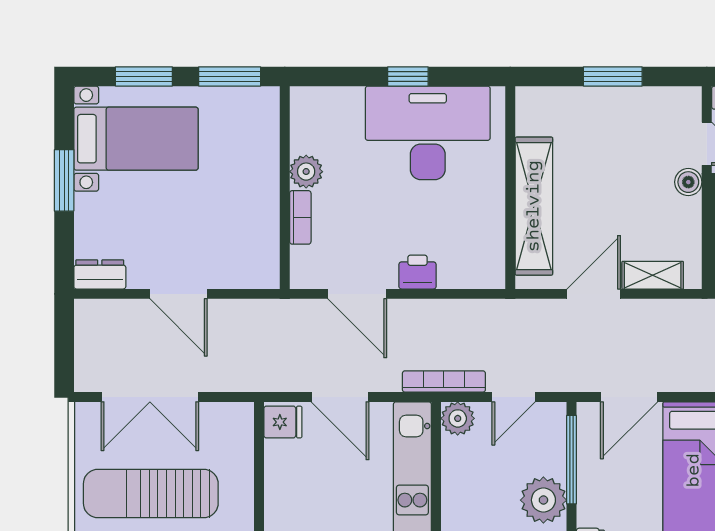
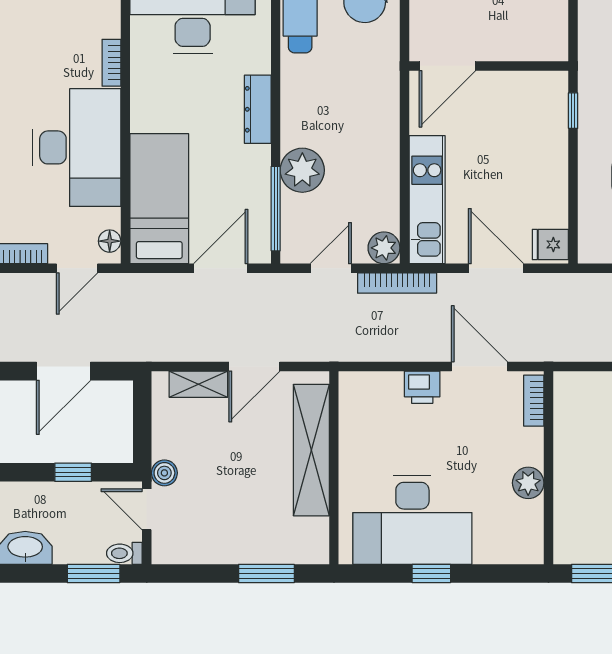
window: (613, 76) -> (266, 573), moved
bookcase: (300, 217) -> (534, 401), moved

